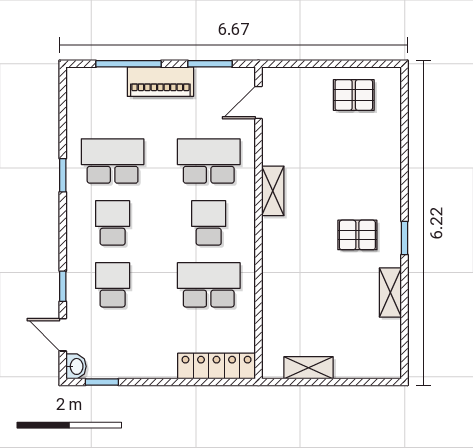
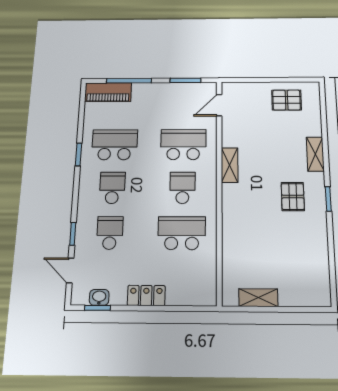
piano: (160, 82) -> (108, 92), moved
pallet: (357, 235) -> (293, 197), turned 90
shelving: (390, 293) -> (315, 154), moved
washbasin: (76, 366) -> (99, 297), moved, turned -90
locker: (217, 366) -> (146, 295), moved, width x0.66

